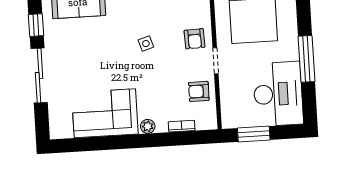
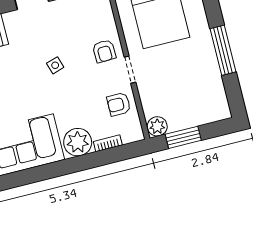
desk: (278, 94) -> (201, 92), removed
plant: (231, 119) -> (157, 126), added
plant: (148, 126) -> (78, 142), width x1.87, depth x1.87

